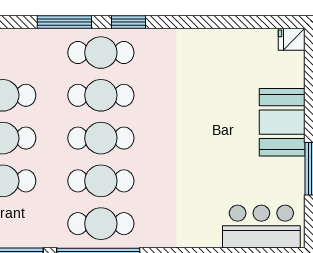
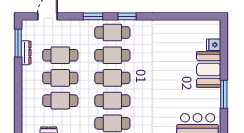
window: (64, 22) -> (93, 16), width x0.69
fridge: (292, 39) -> (214, 45), moved

